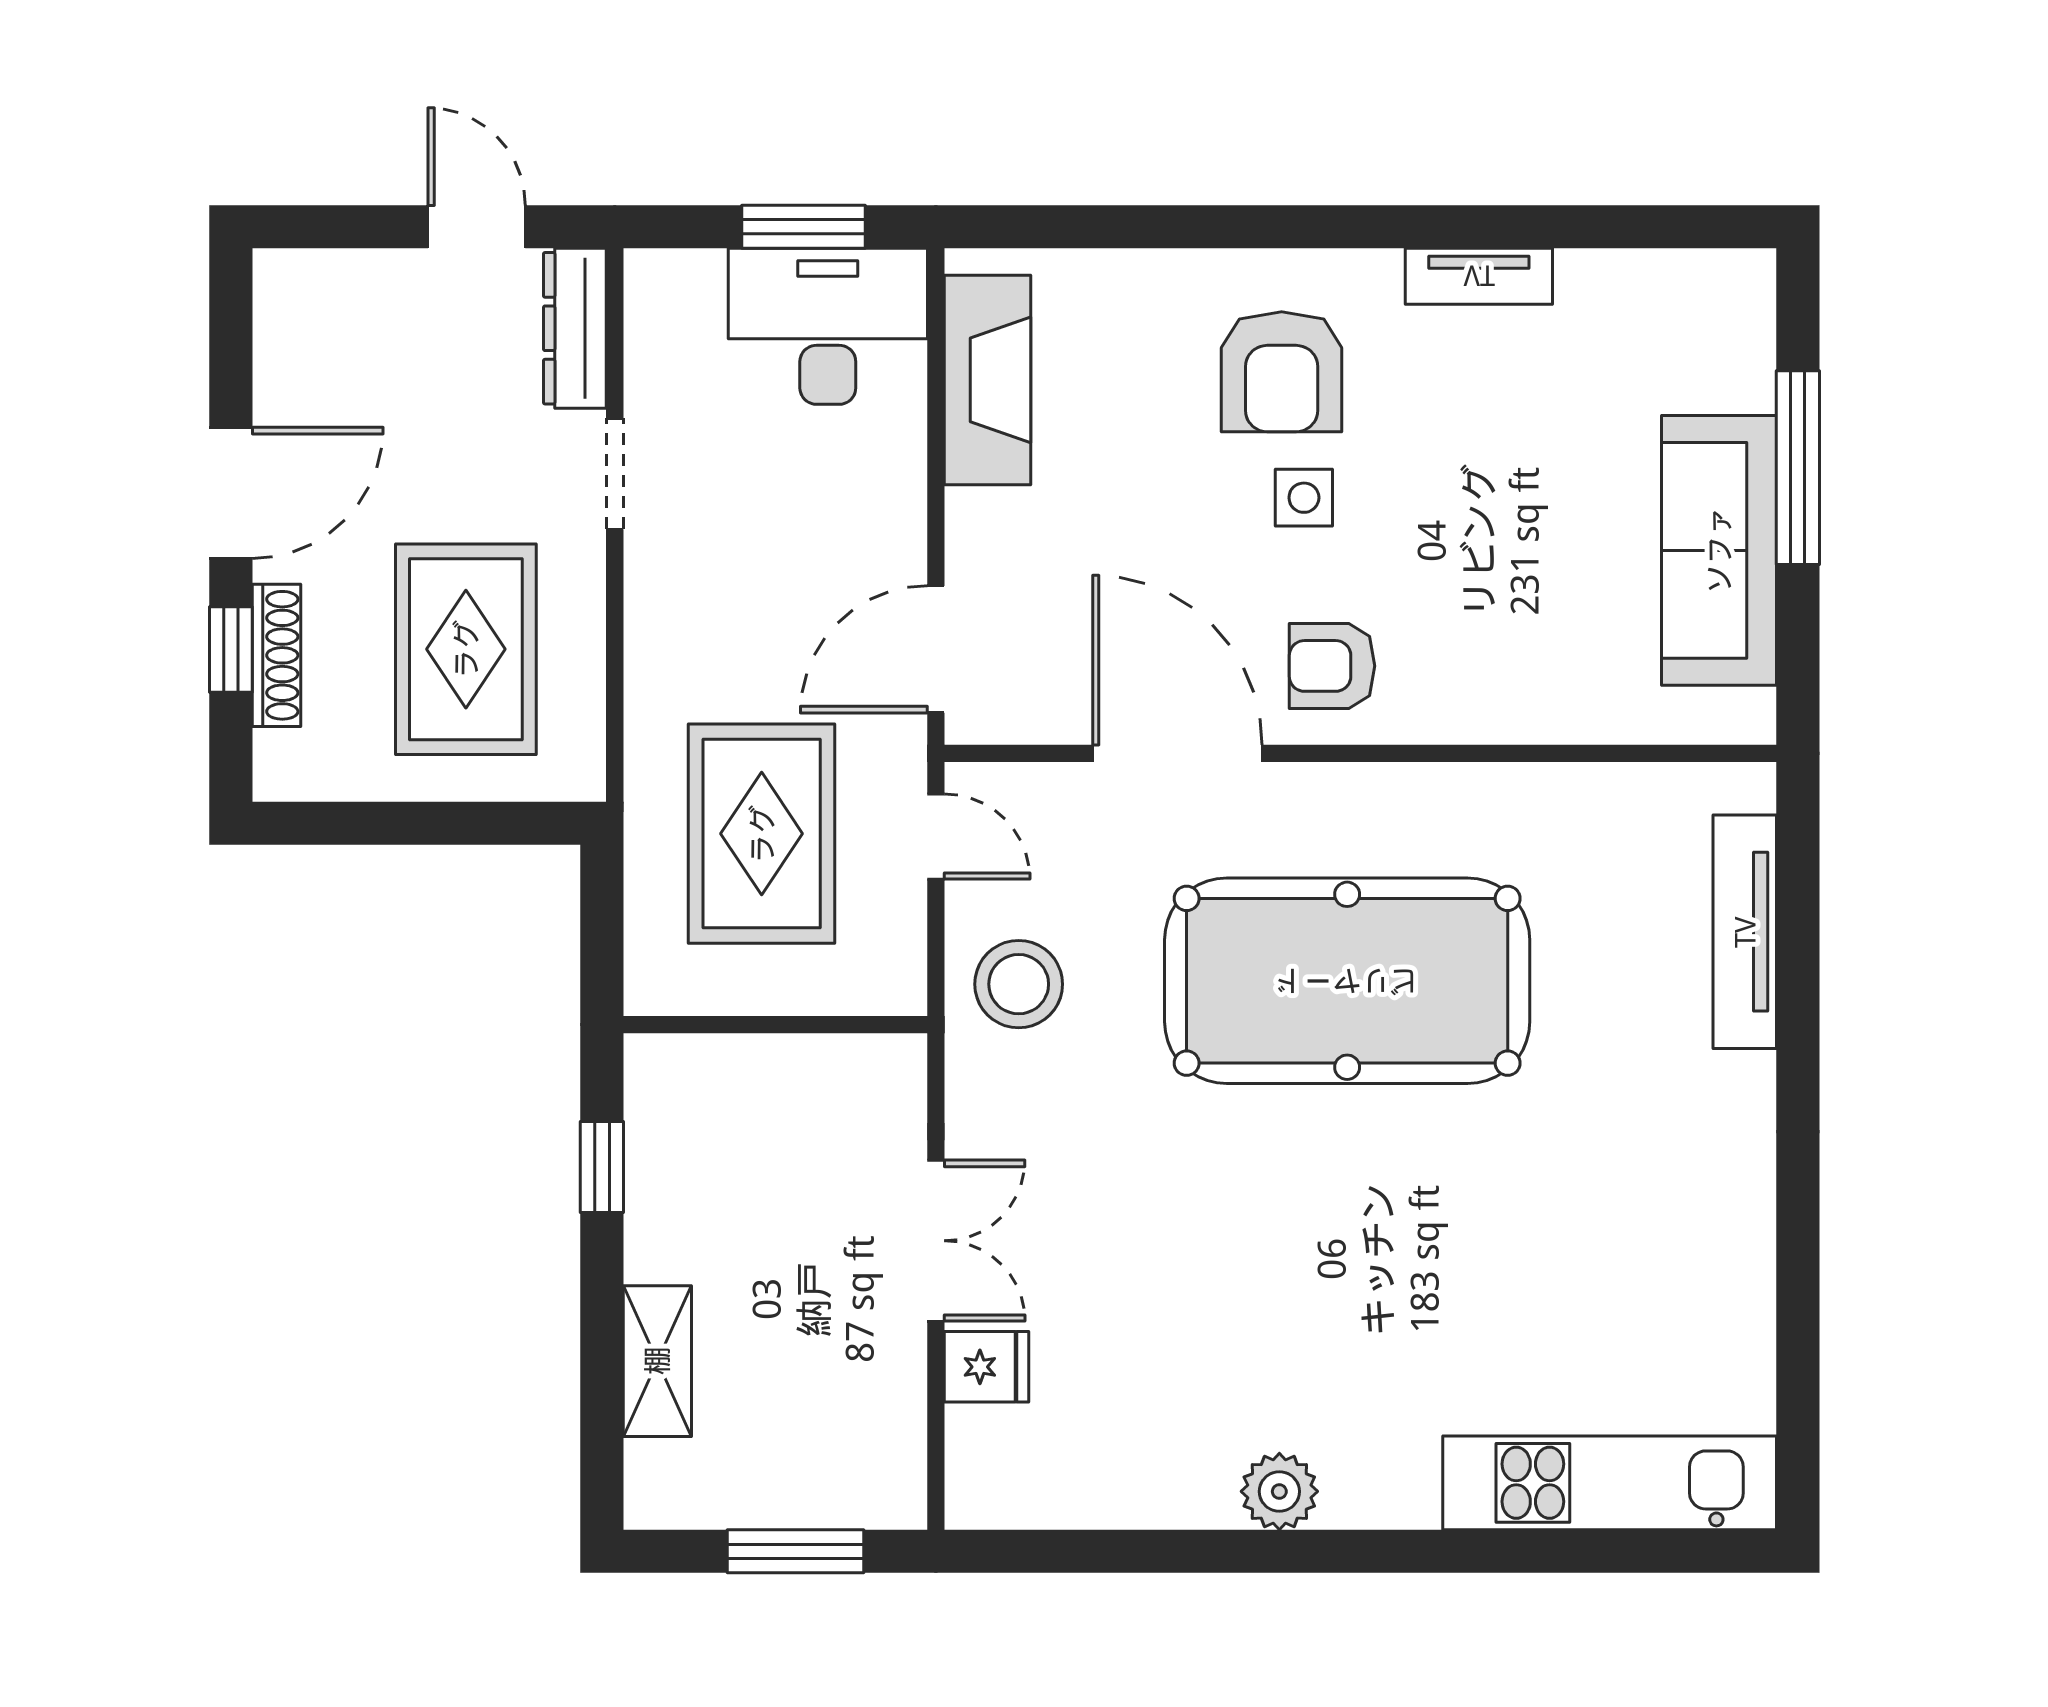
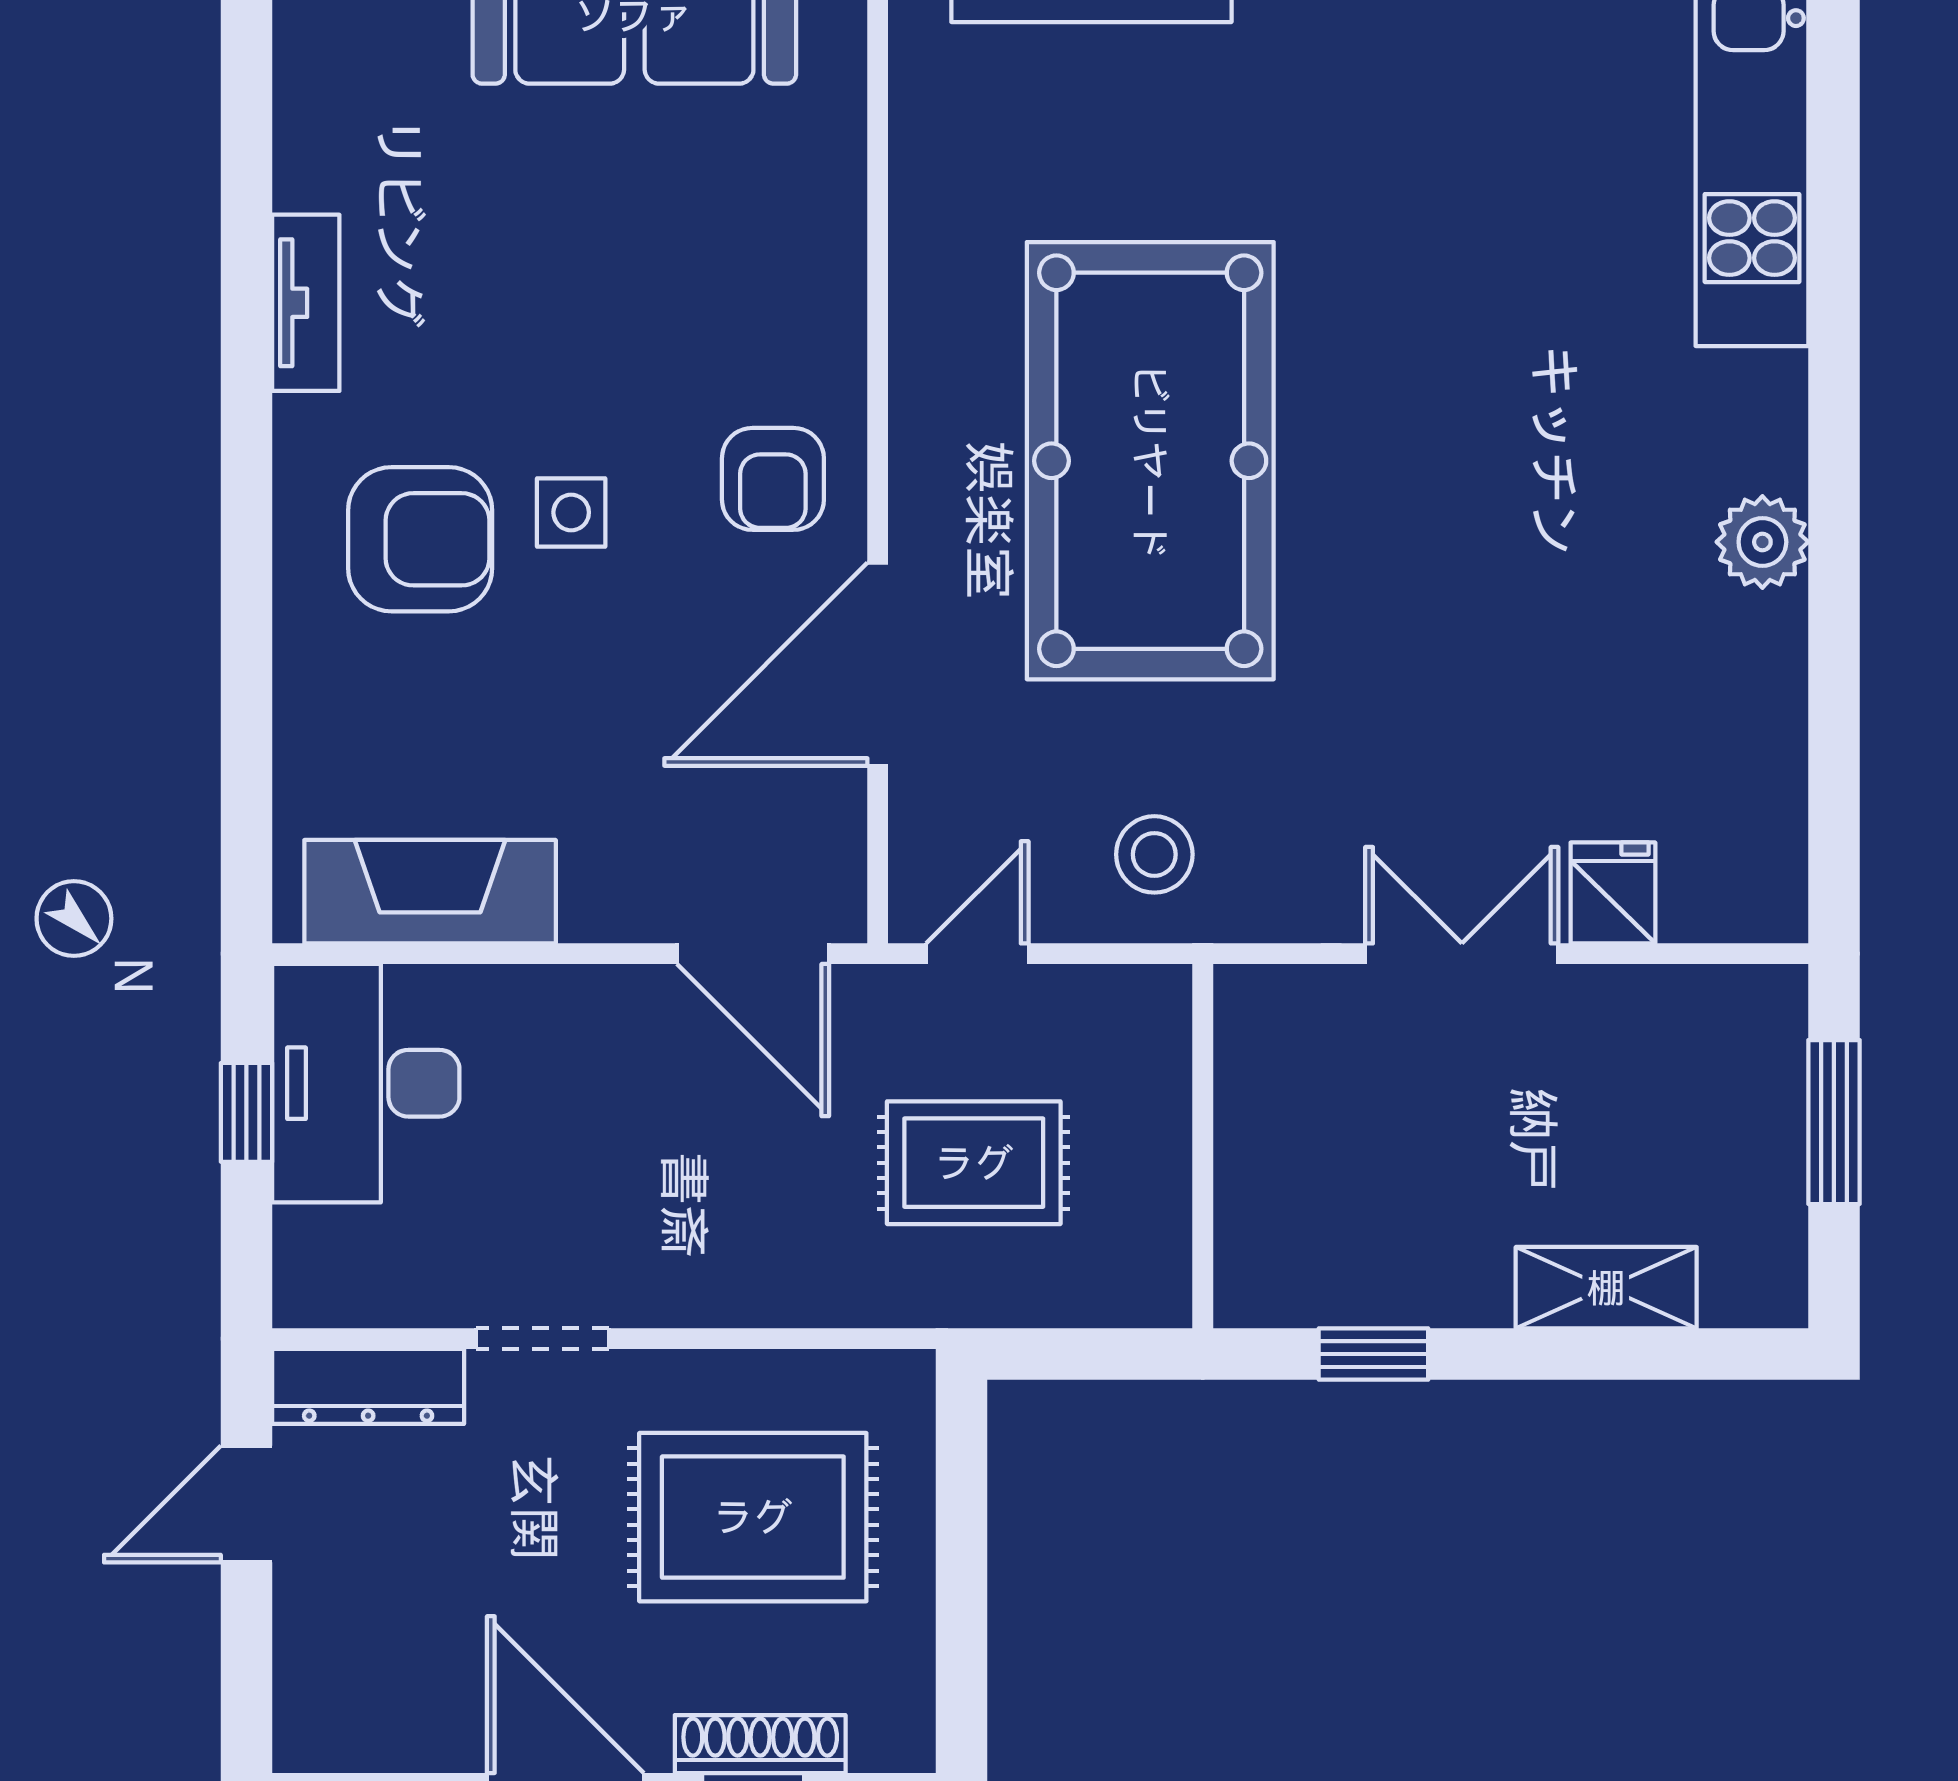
window: (803, 227) -> (246, 1112), width x0.67
rug: (762, 834) -> (974, 1163), width x0.73, depth x0.70
stool: (1019, 984) -> (1154, 854), width x0.73, depth x0.73

